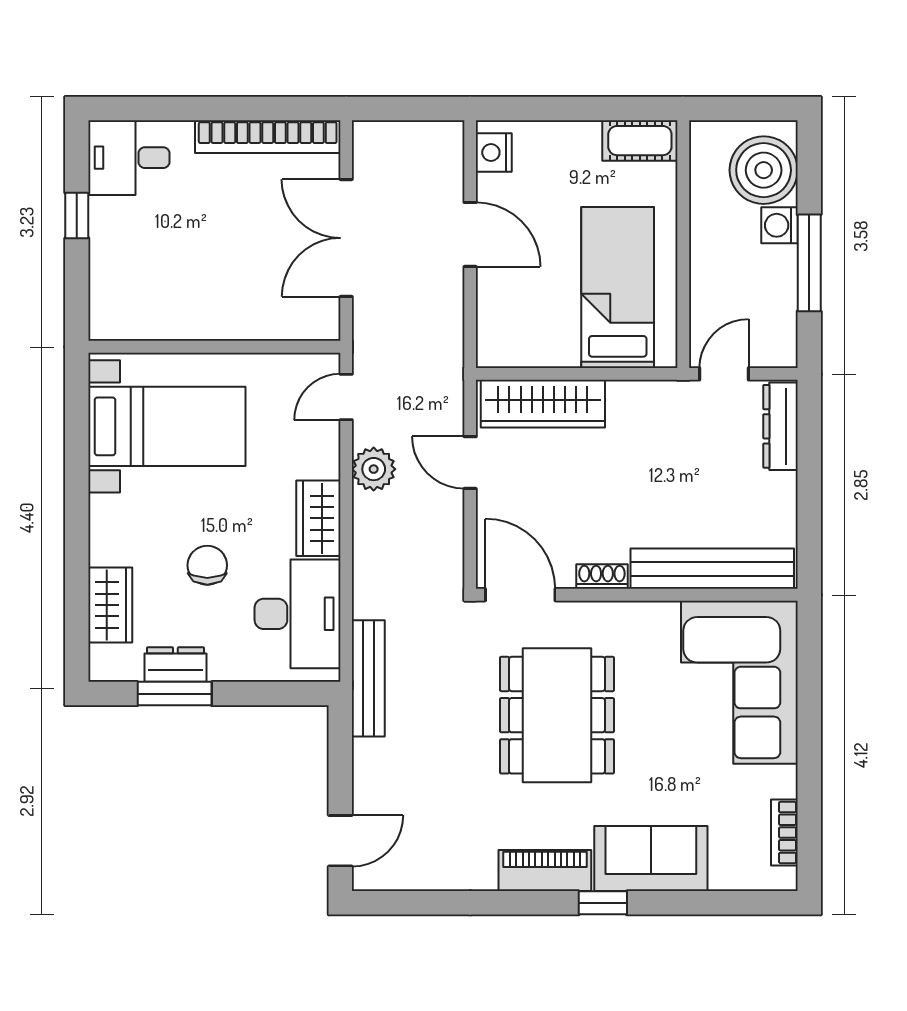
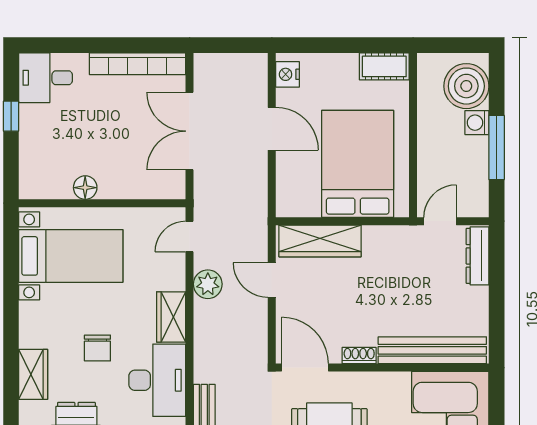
bed: (618, 288) -> (358, 164), width x1.50
floor lamp: (189, 323) -> (85, 188), added
chair: (207, 565) -> (97, 348), turned 180

